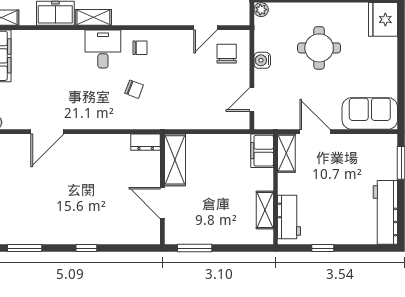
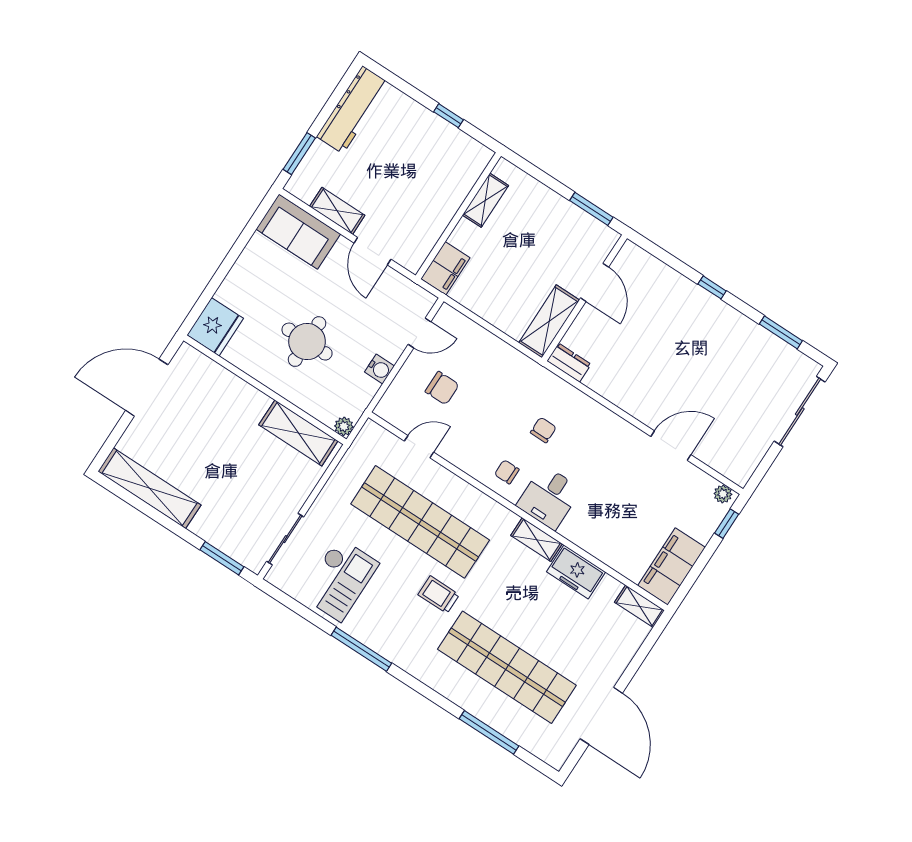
chair: (227, 54) -> (442, 388), moved, turned -90
chair: (134, 89) -> (543, 430), turned 69
shelving: (286, 153) -> (337, 211), moved, turned 90
workbench: (289, 217) -> (464, 175), removed

